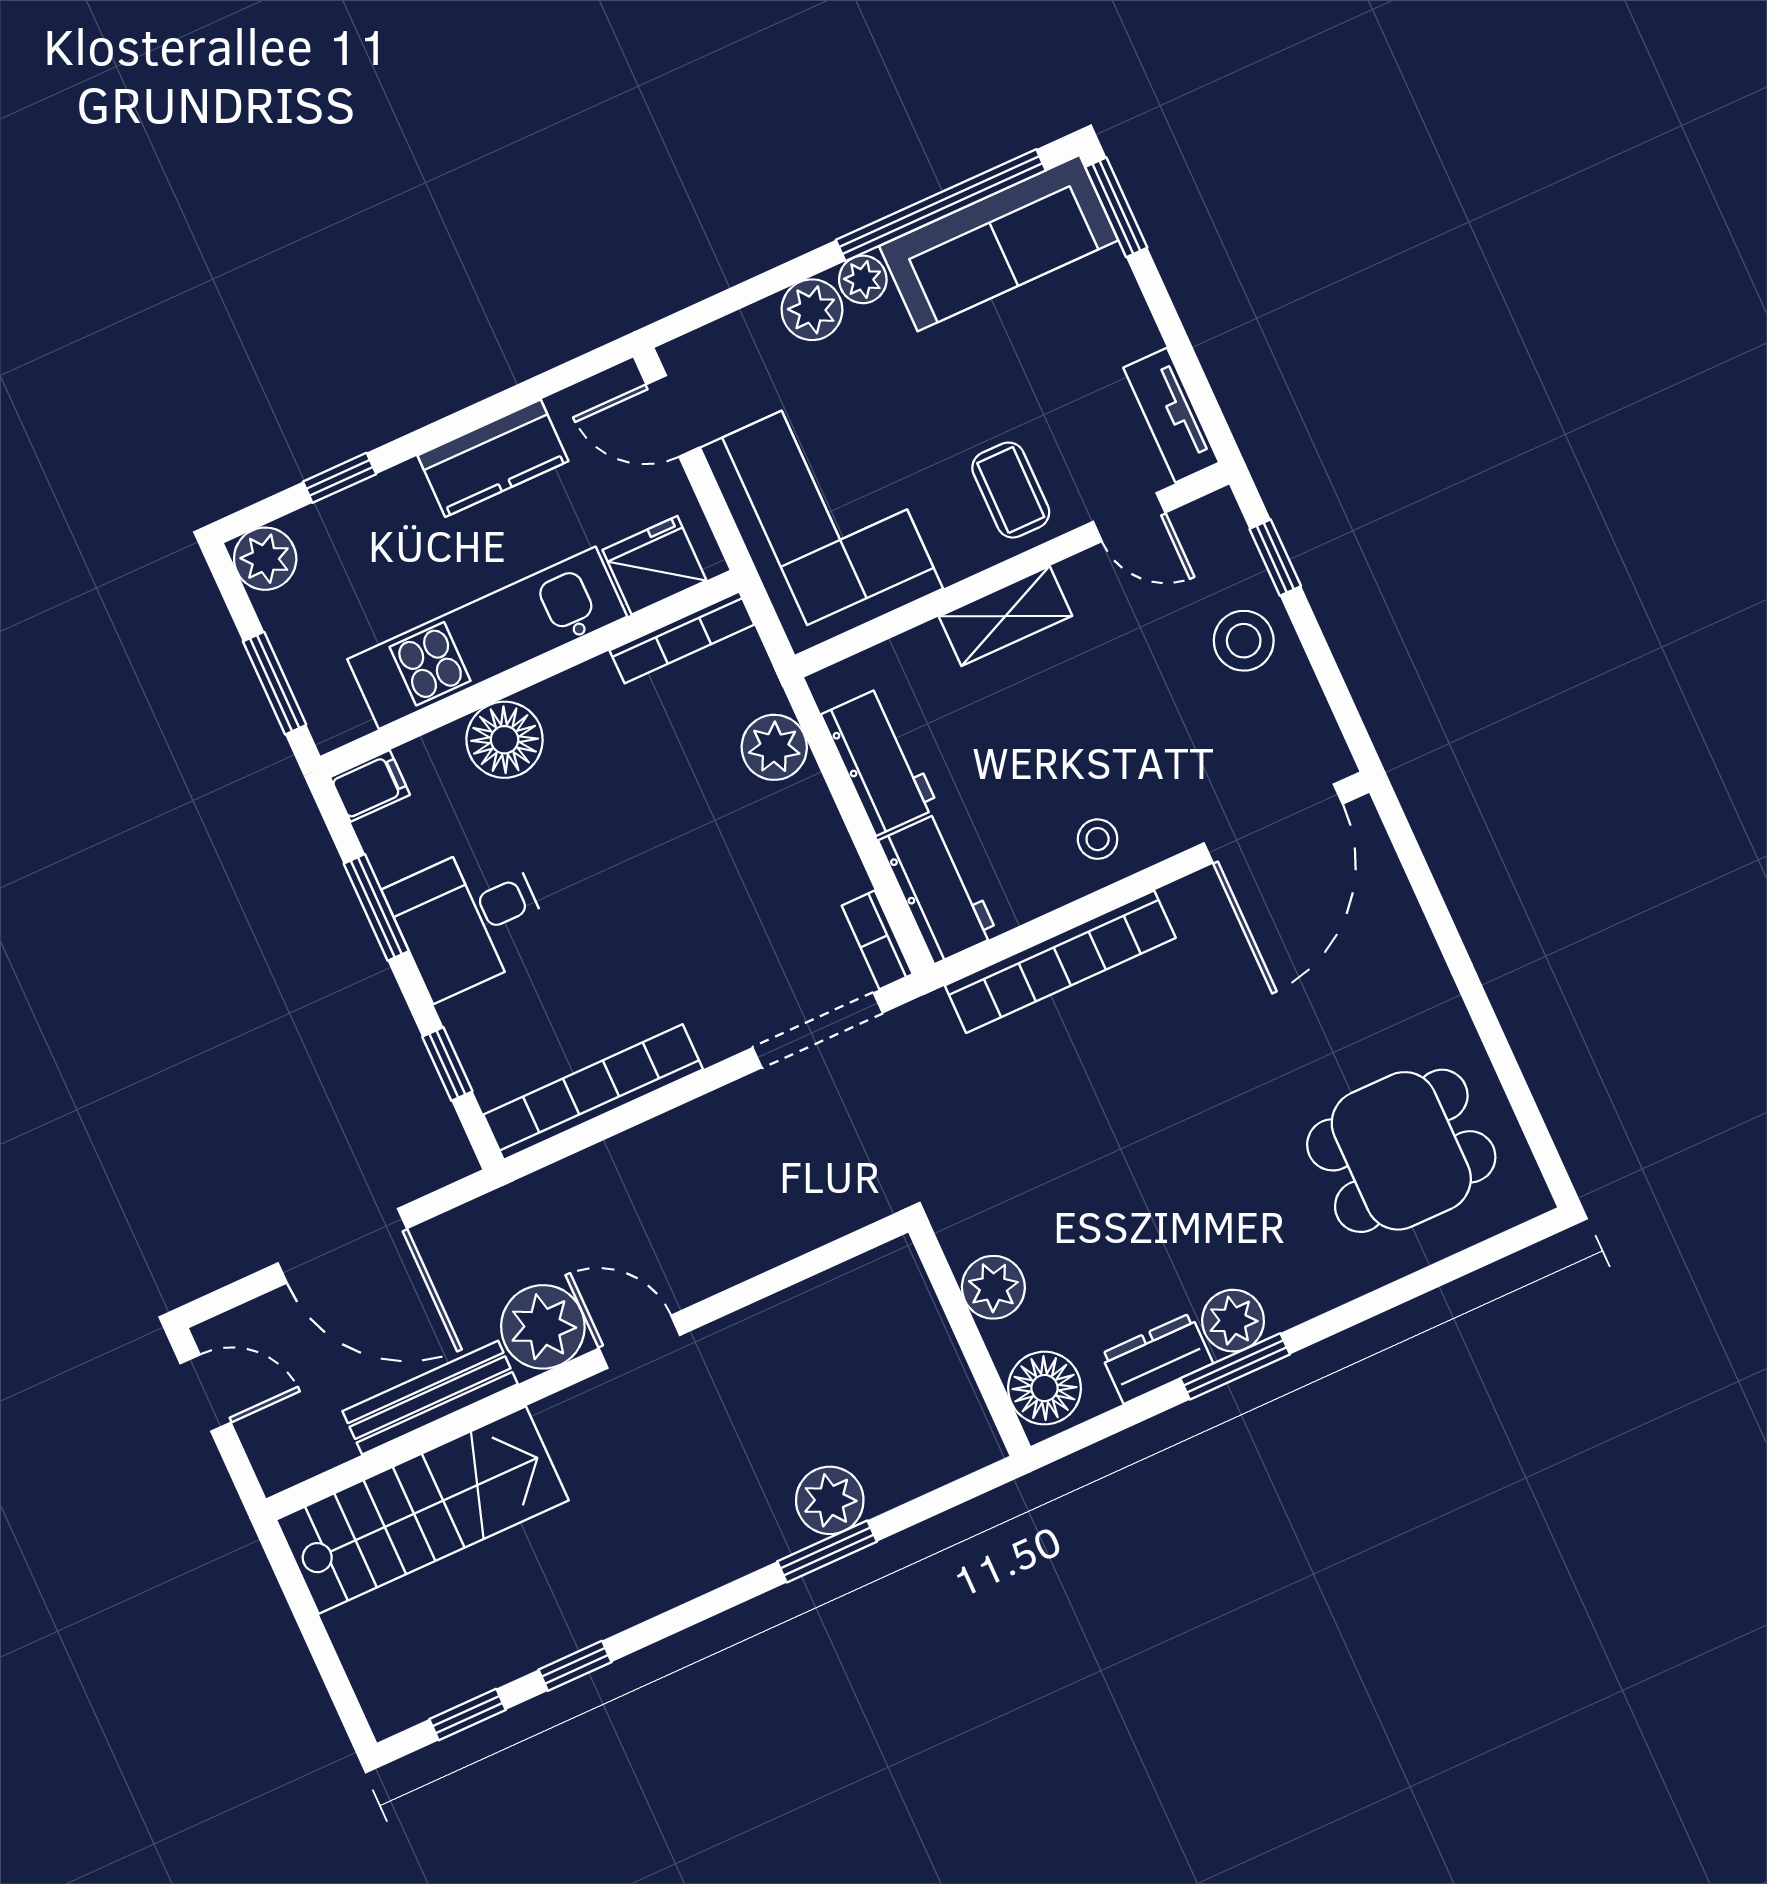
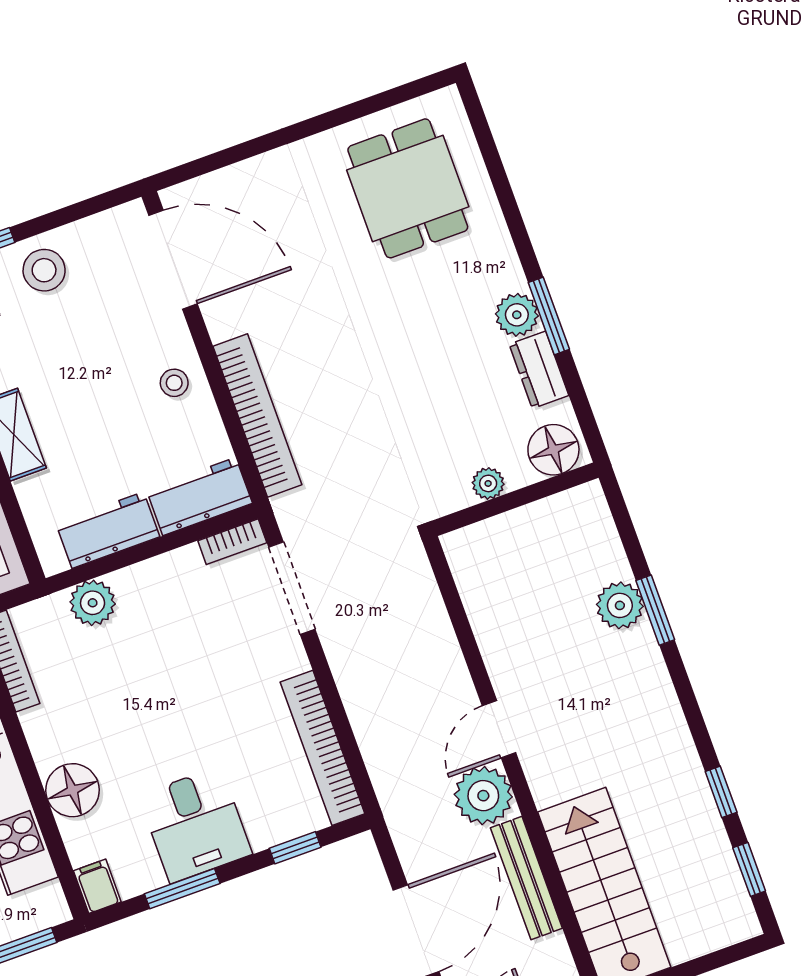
plant: (993, 1287) -> (488, 483), width x0.73, depth x0.73

